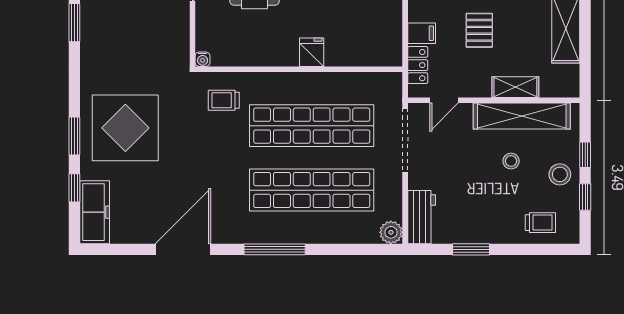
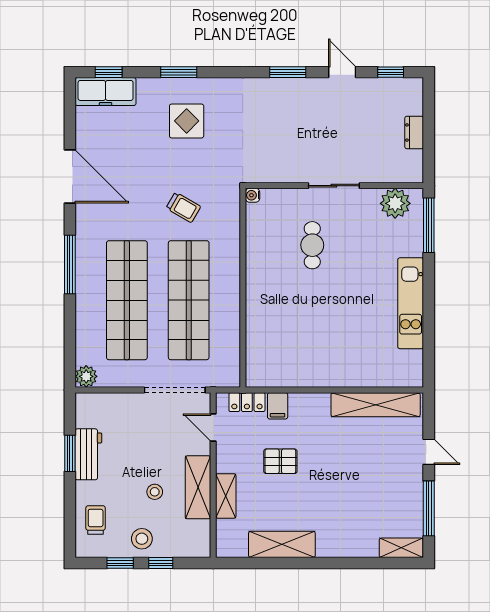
fridge: (312, 52) -> (259, 300), removed
trolley: (224, 100) -> (183, 207), moved, turned 120
shelving: (522, 116) -> (198, 487), width x0.68
display table: (125, 128) -> (187, 121), width x0.54, depth x0.54
window: (74, 188) -> (109, 72), moved
workbench: (422, 217) -> (88, 454), moved, turned -90
trolley: (540, 223) -> (96, 520), turned 180

